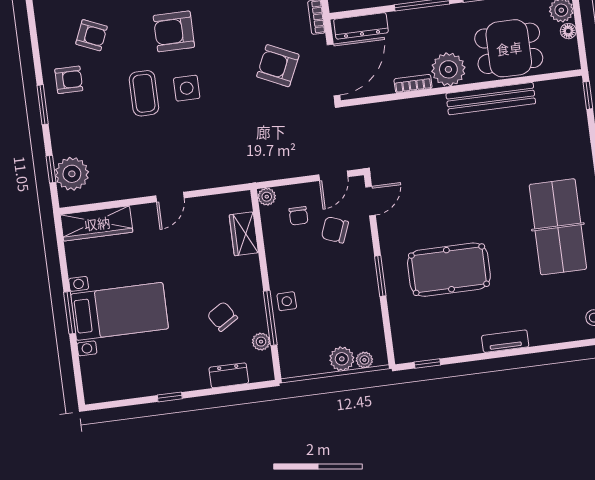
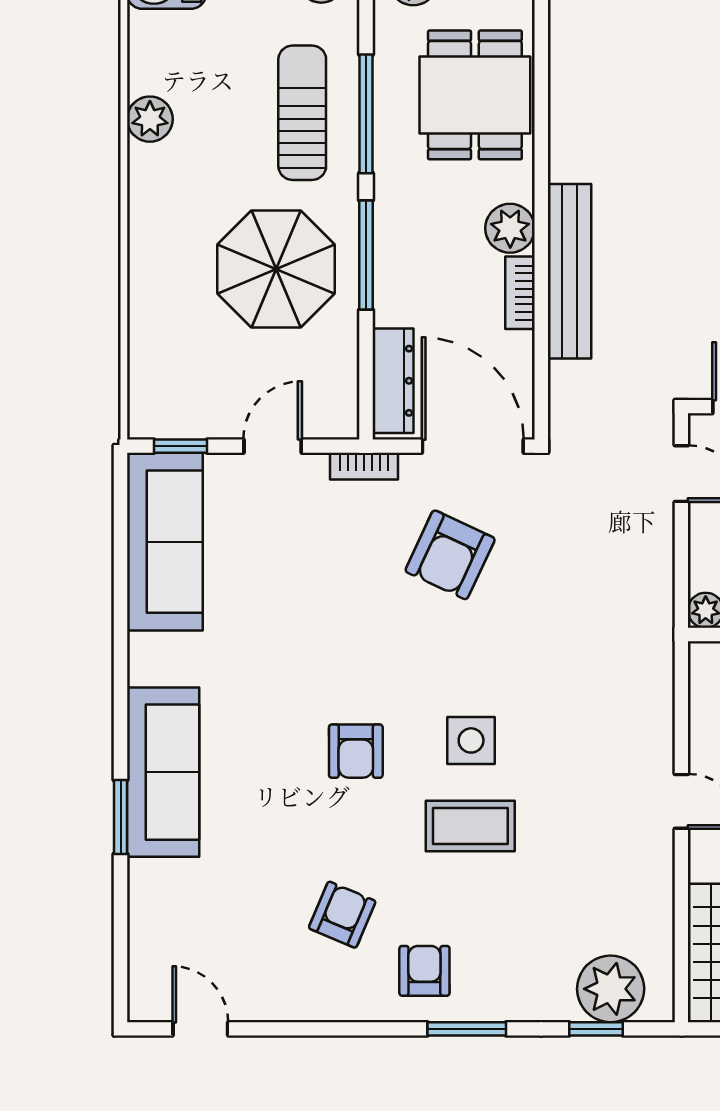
armchair: (174, 31) -> (356, 751), width x0.72, depth x0.72
plant: (448, 69) -> (510, 228), width x0.73, depth x0.73
bench: (491, 99) -> (569, 271), moved

